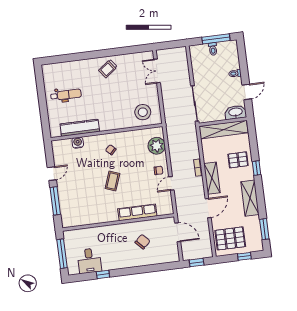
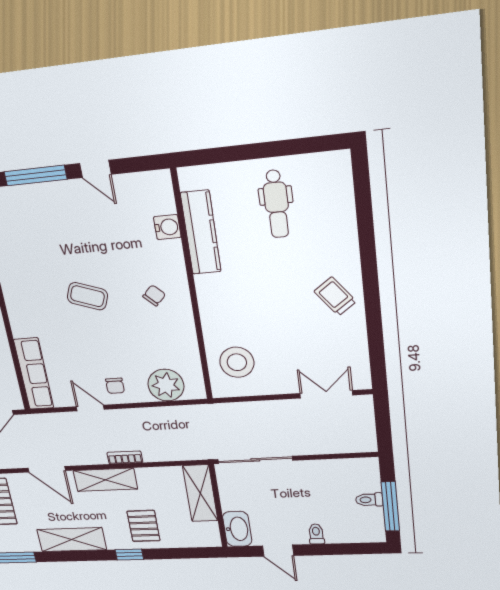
shelving: (224, 130) -> (200, 493), width x0.68
row of seats: (137, 212) -> (34, 374), moved

